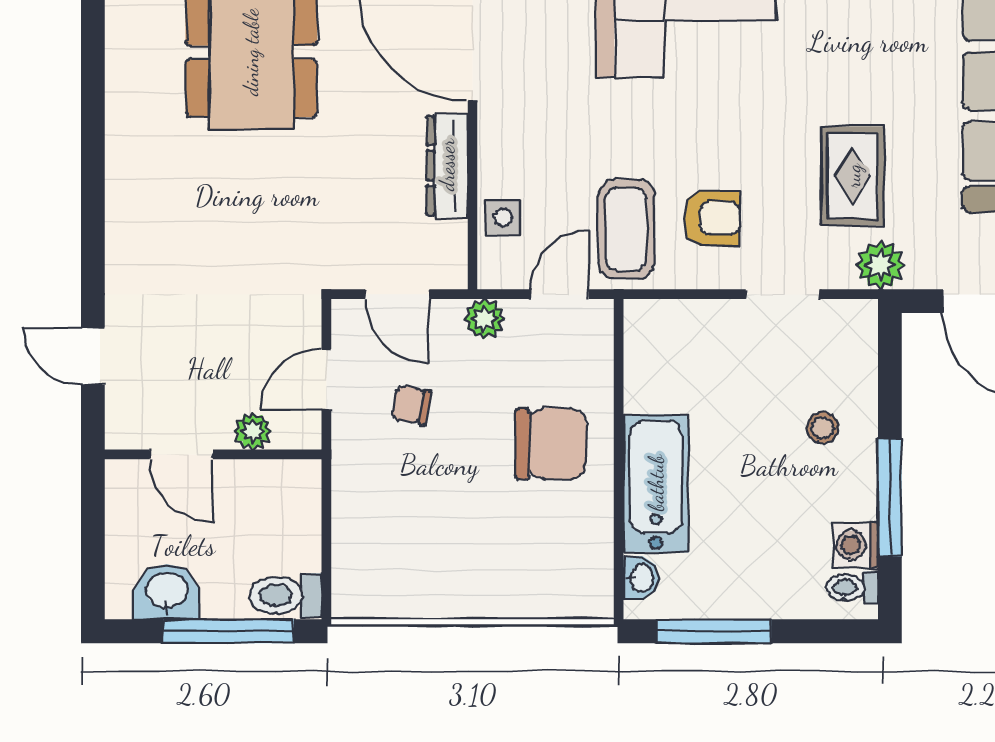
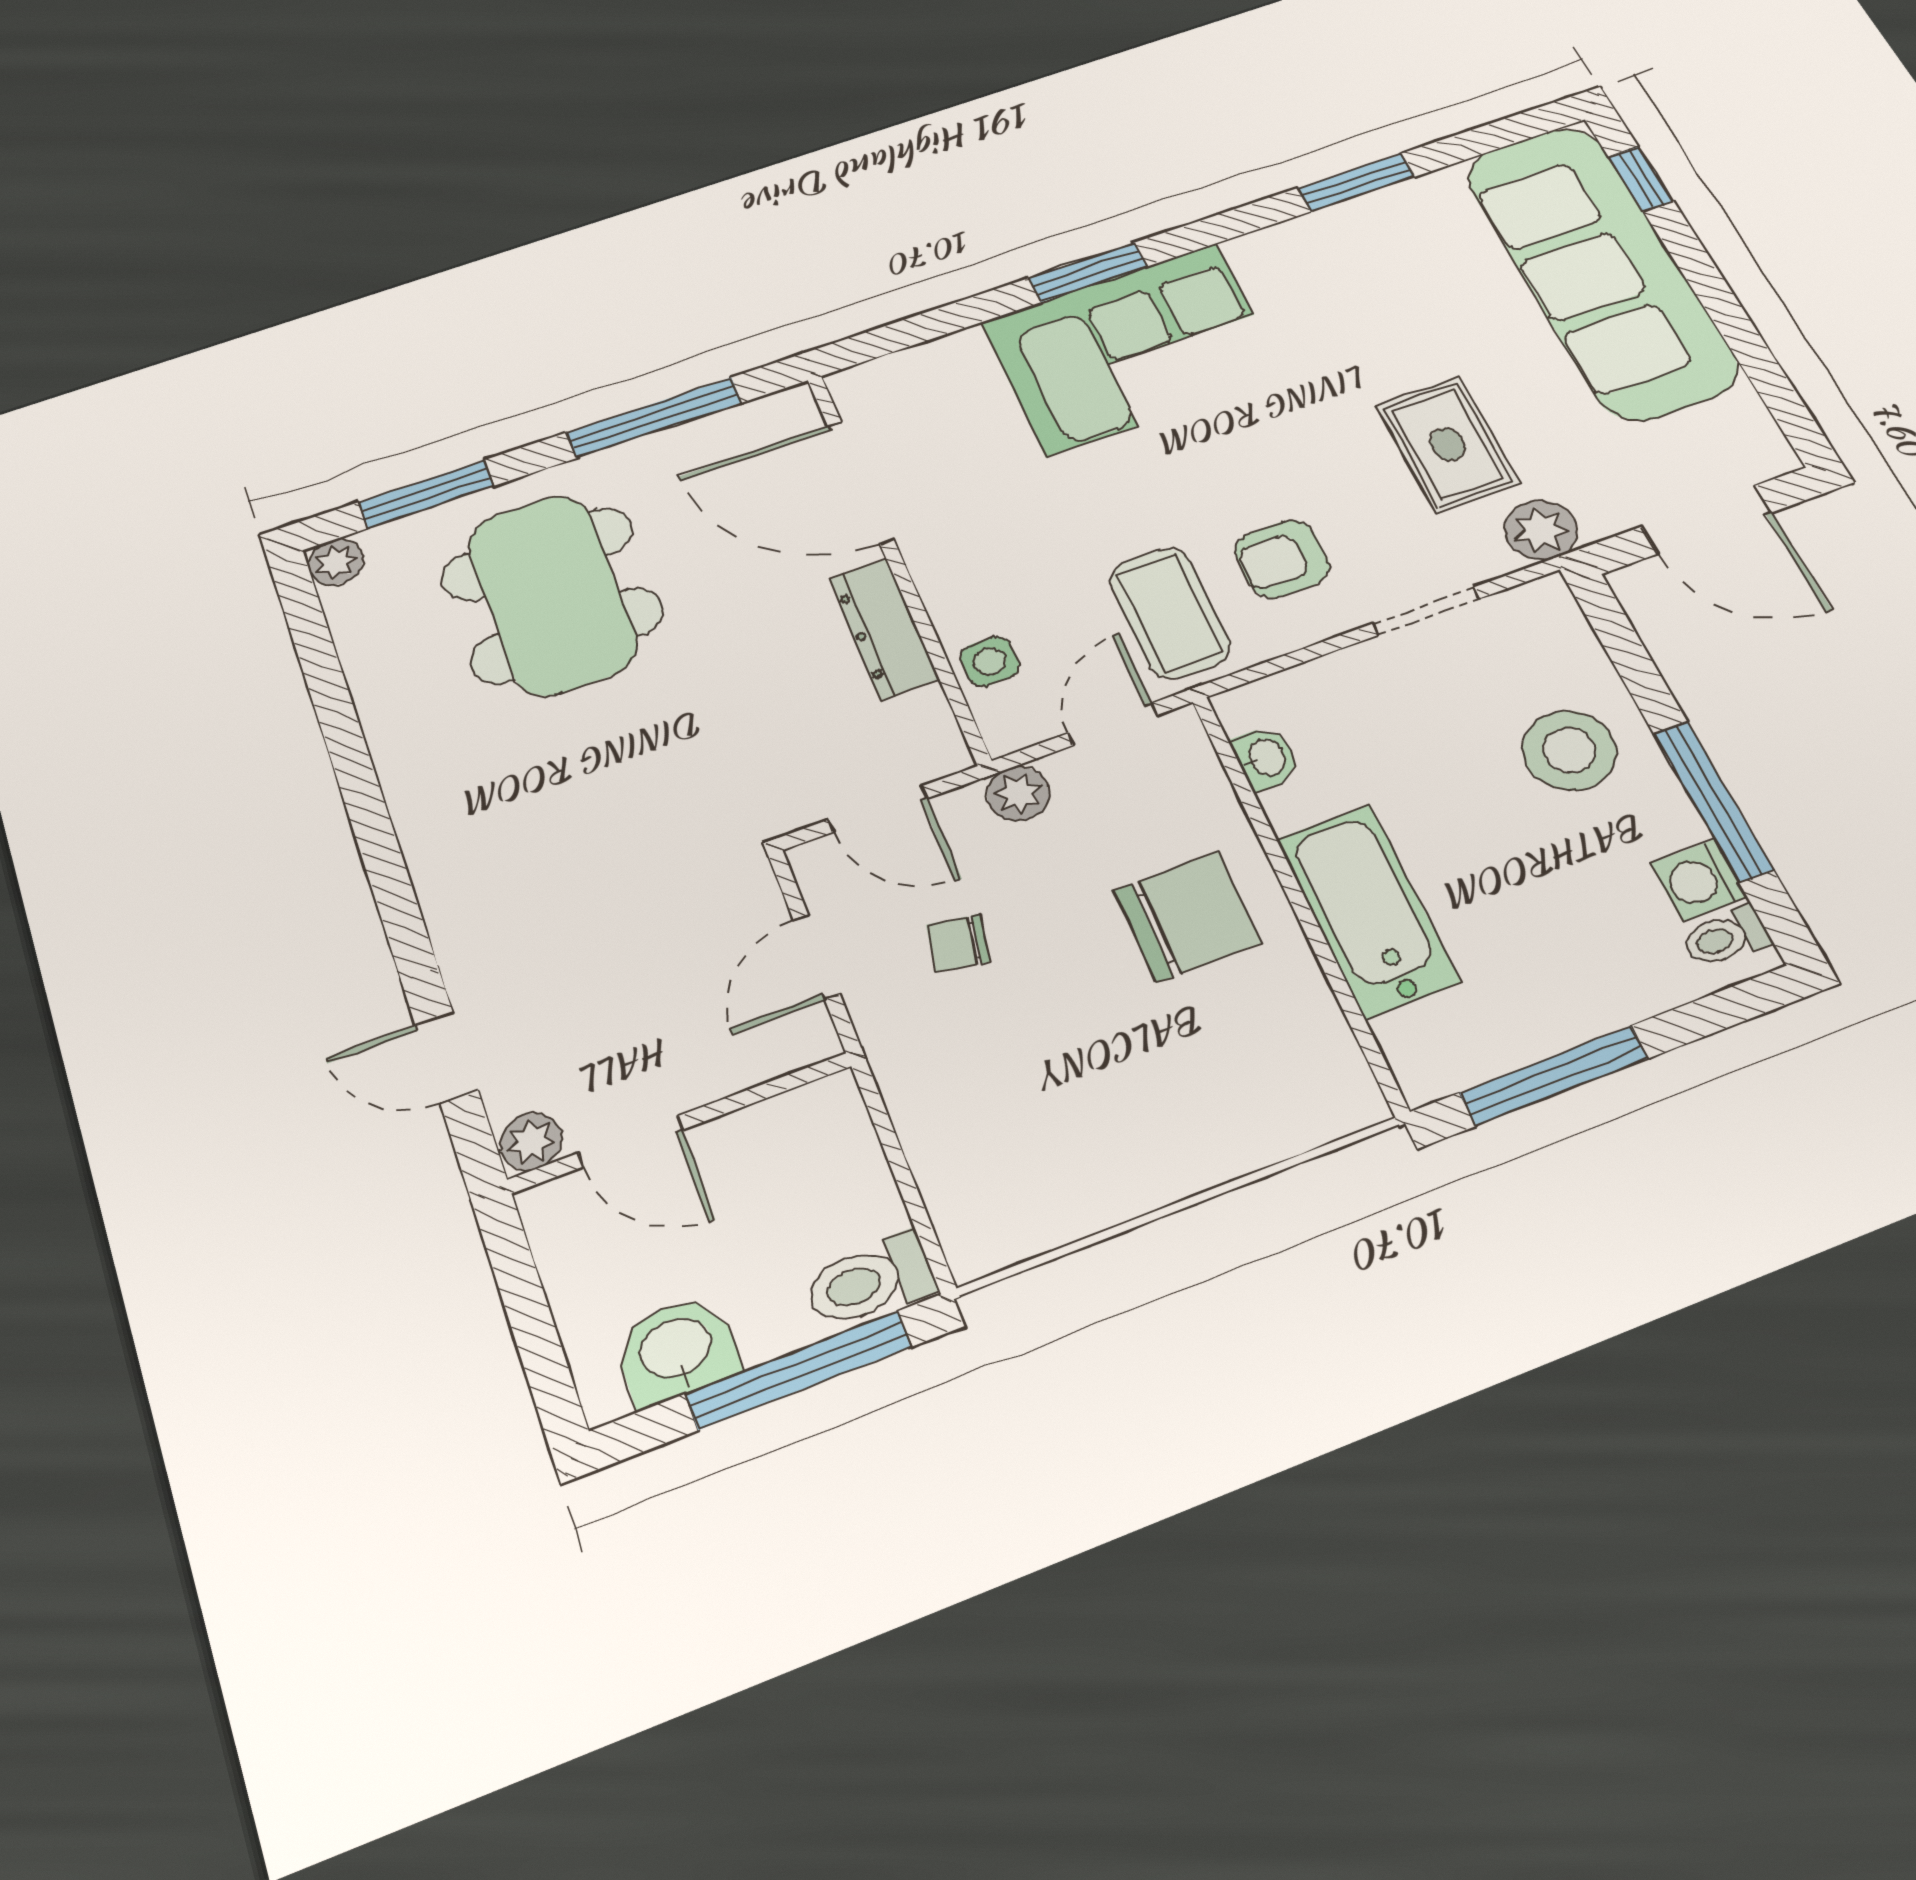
armchair: (712, 218) -> (1282, 559), turned 180
stool: (823, 428) -> (1569, 750), width x1.89, depth x1.89
plant: (253, 431) -> (531, 1141), moved
washbasin: (641, 578) -> (1266, 758), moved

